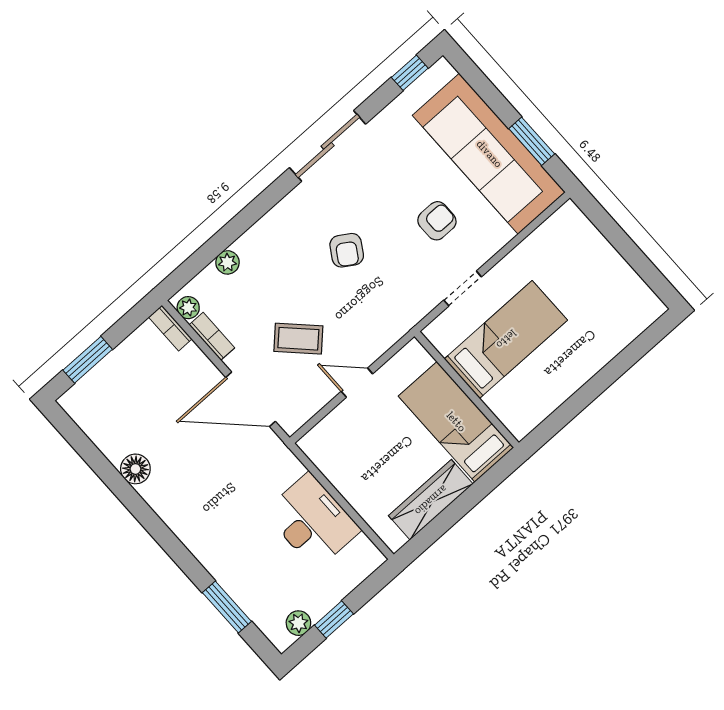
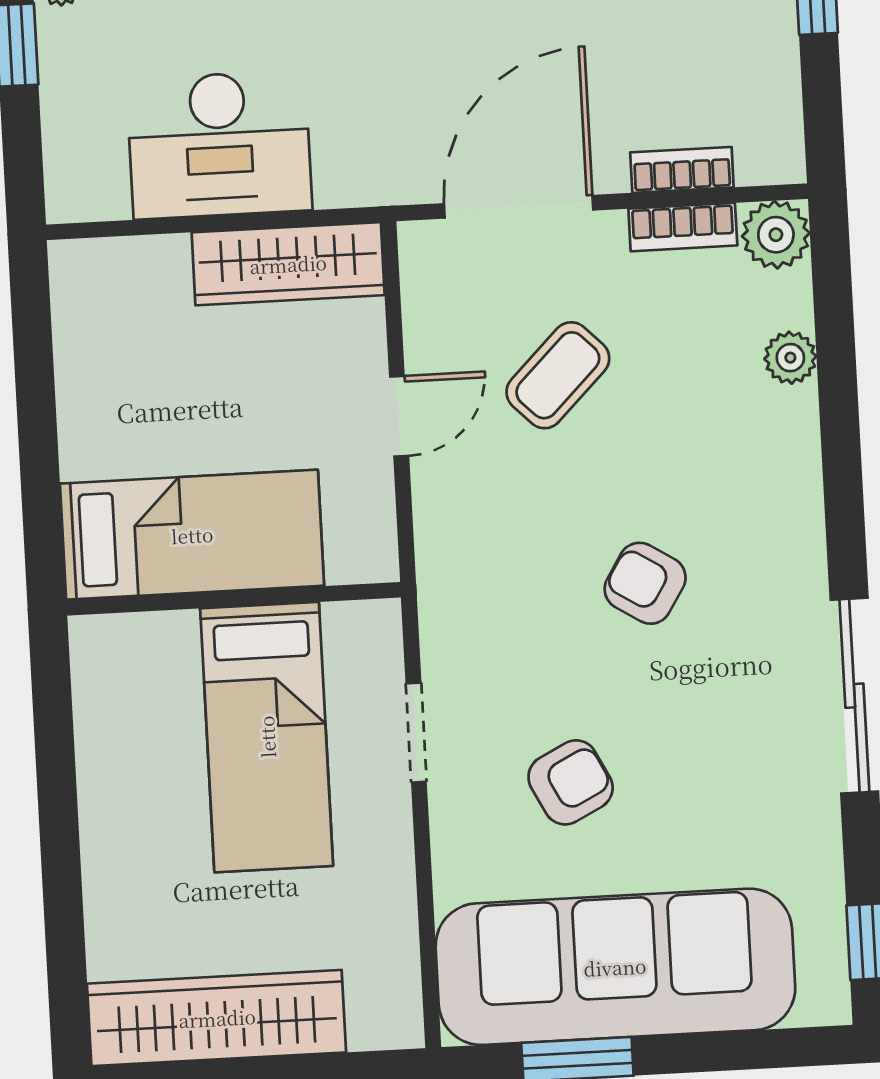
armchair: (437, 221) -> (571, 782), turned -117
wardrobe: (618, 279) -> (217, 1018), added
plant: (188, 308) -> (776, 235), width x1.38, depth x1.38
bookcase: (170, 328) -> (682, 170), moved
wardrobe: (431, 500) -> (288, 264), moved, turned 90

